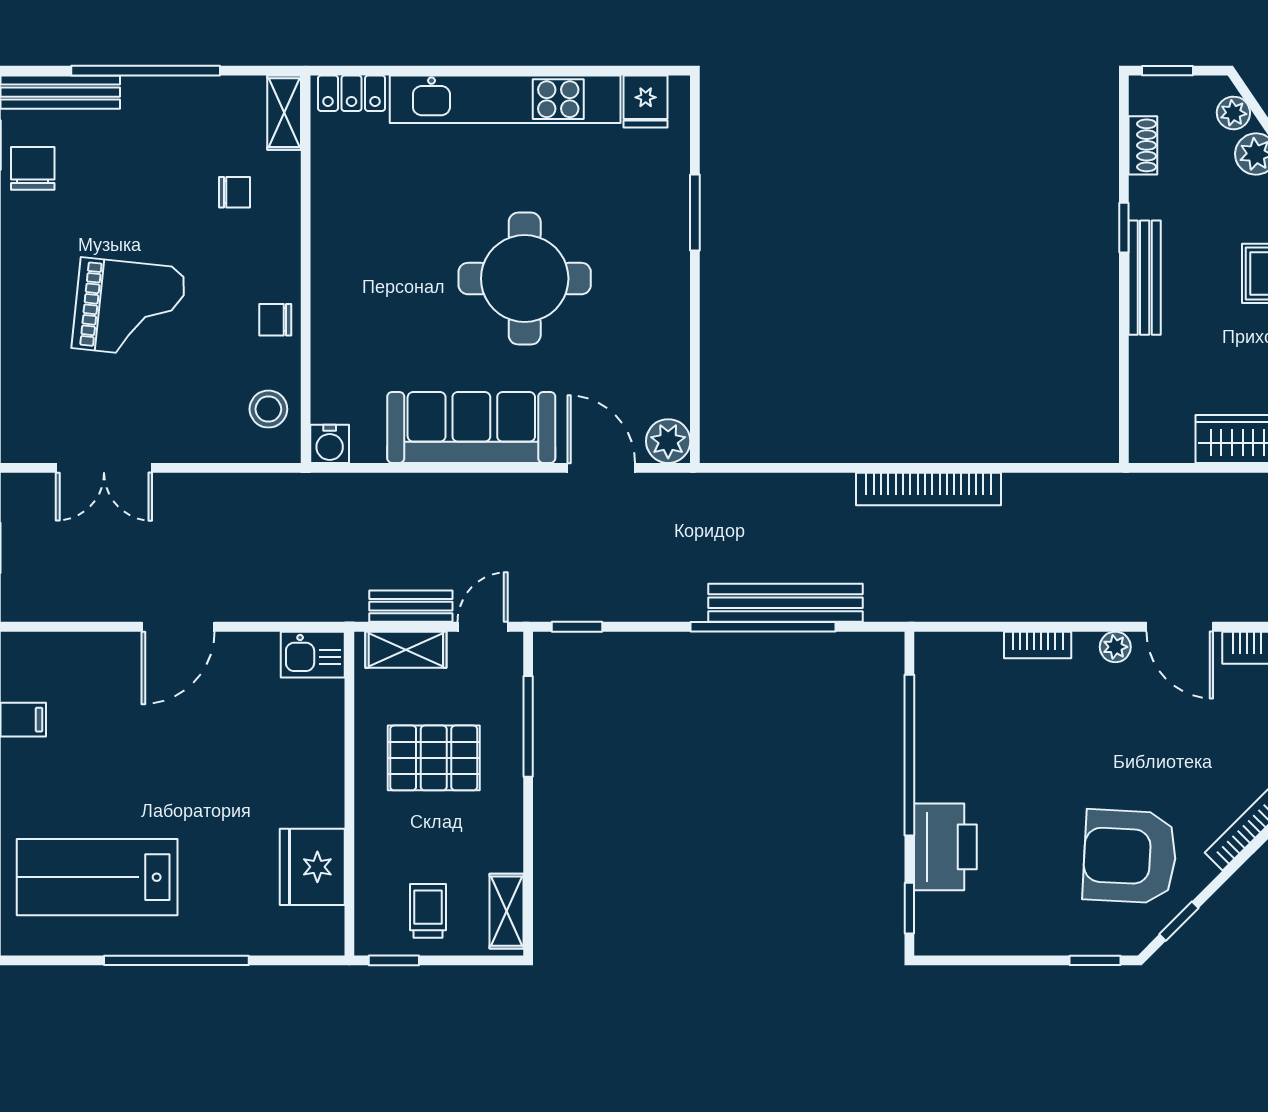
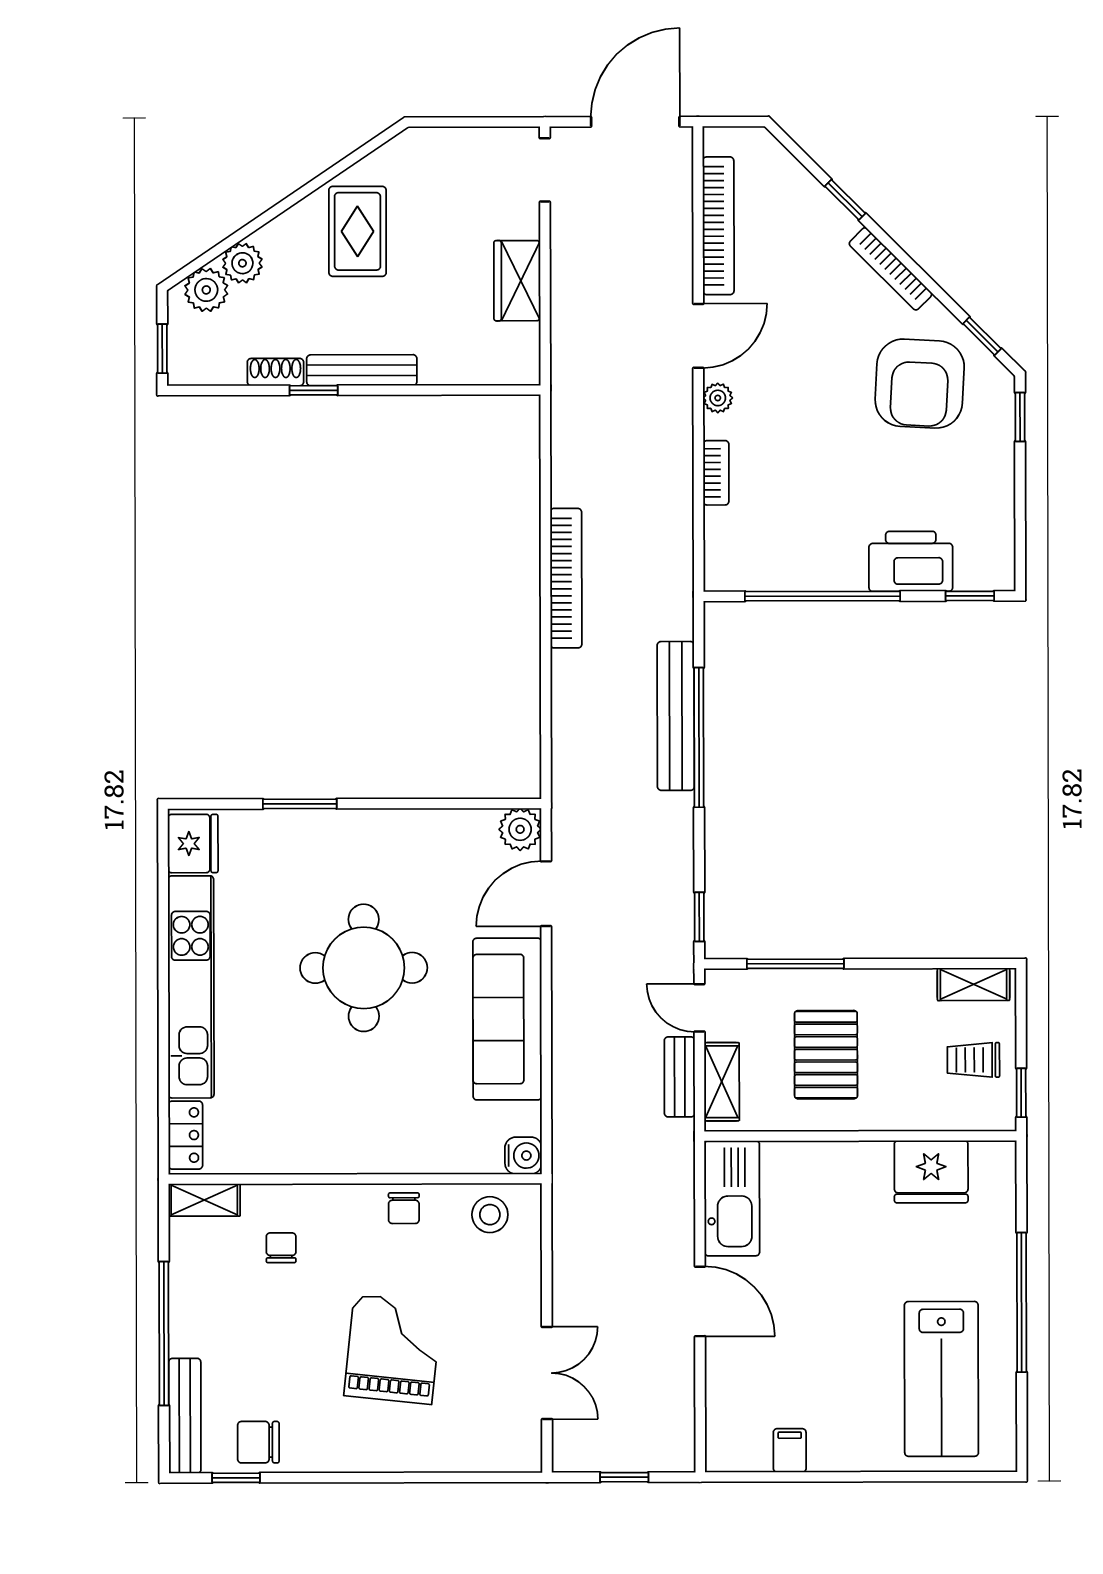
fridge: (646, 101) -> (193, 844), width x1.38
plant: (1233, 113) -> (206, 290), width x1.38, depth x1.38
shoe rack: (1143, 145) -> (275, 372), moved
kitchen sink: (313, 655) -> (732, 1198), width x1.87, depth x1.24

